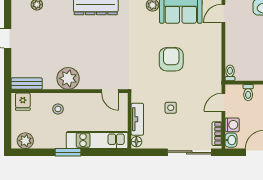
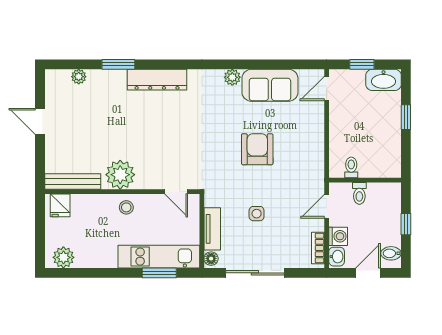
toilet: (230, 73) -> (351, 167), moved
bench: (27, 84) -> (73, 181), width x1.36
stool: (58, 109) -> (126, 207), moved
window: (68, 152) -> (159, 273), moved
sliding door: (189, 152) -> (255, 273), moved

